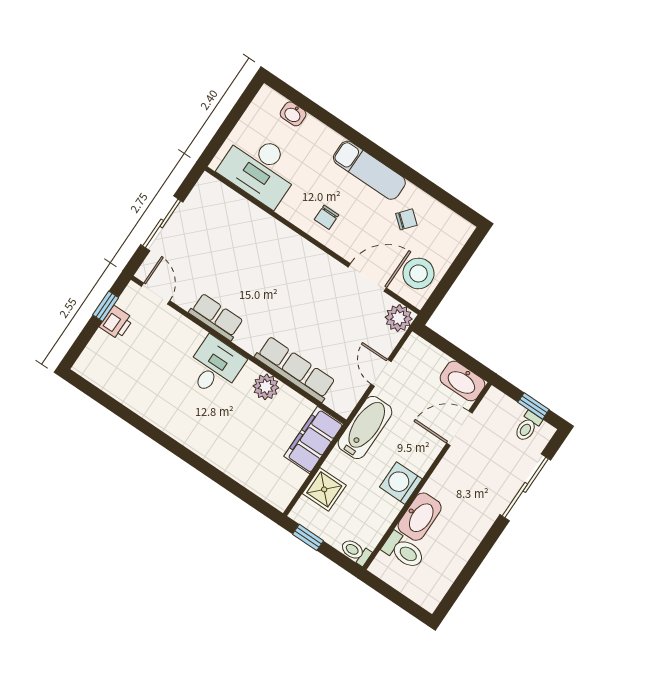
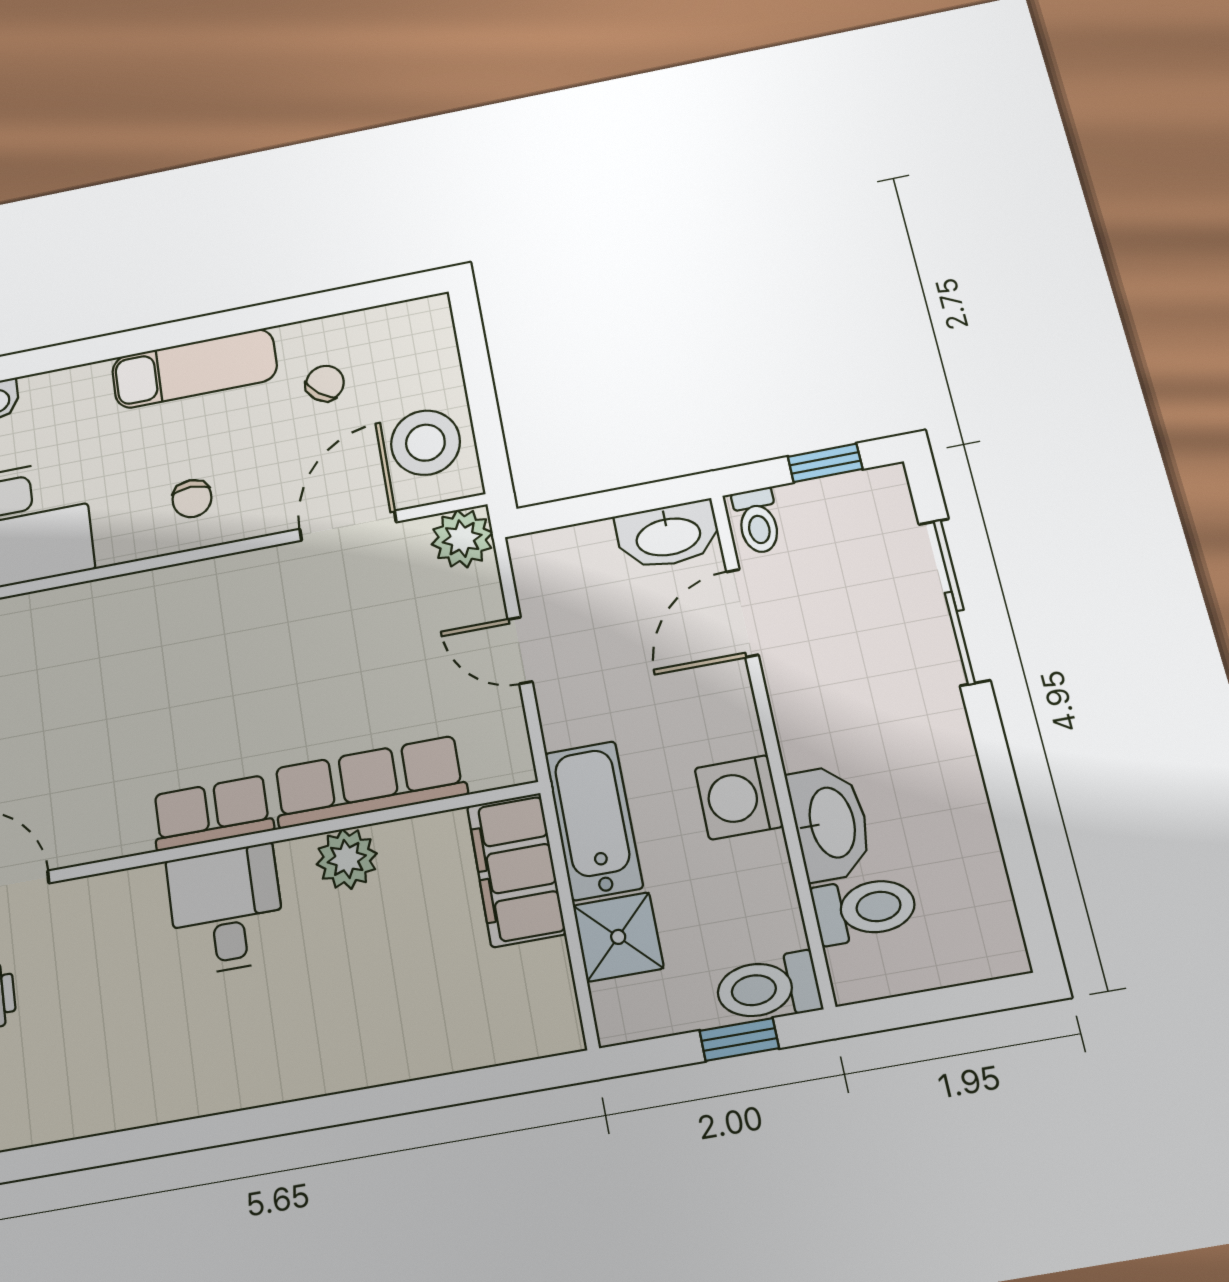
row of seats: (216, 317) -> (212, 813), moved
toilet: (528, 427) -> (757, 521), moved
bathtub: (365, 428) -> (594, 820), moved
window: (308, 537) -> (739, 1039), moved
toilet: (356, 552) -> (768, 988), width x1.37, depth x1.39

